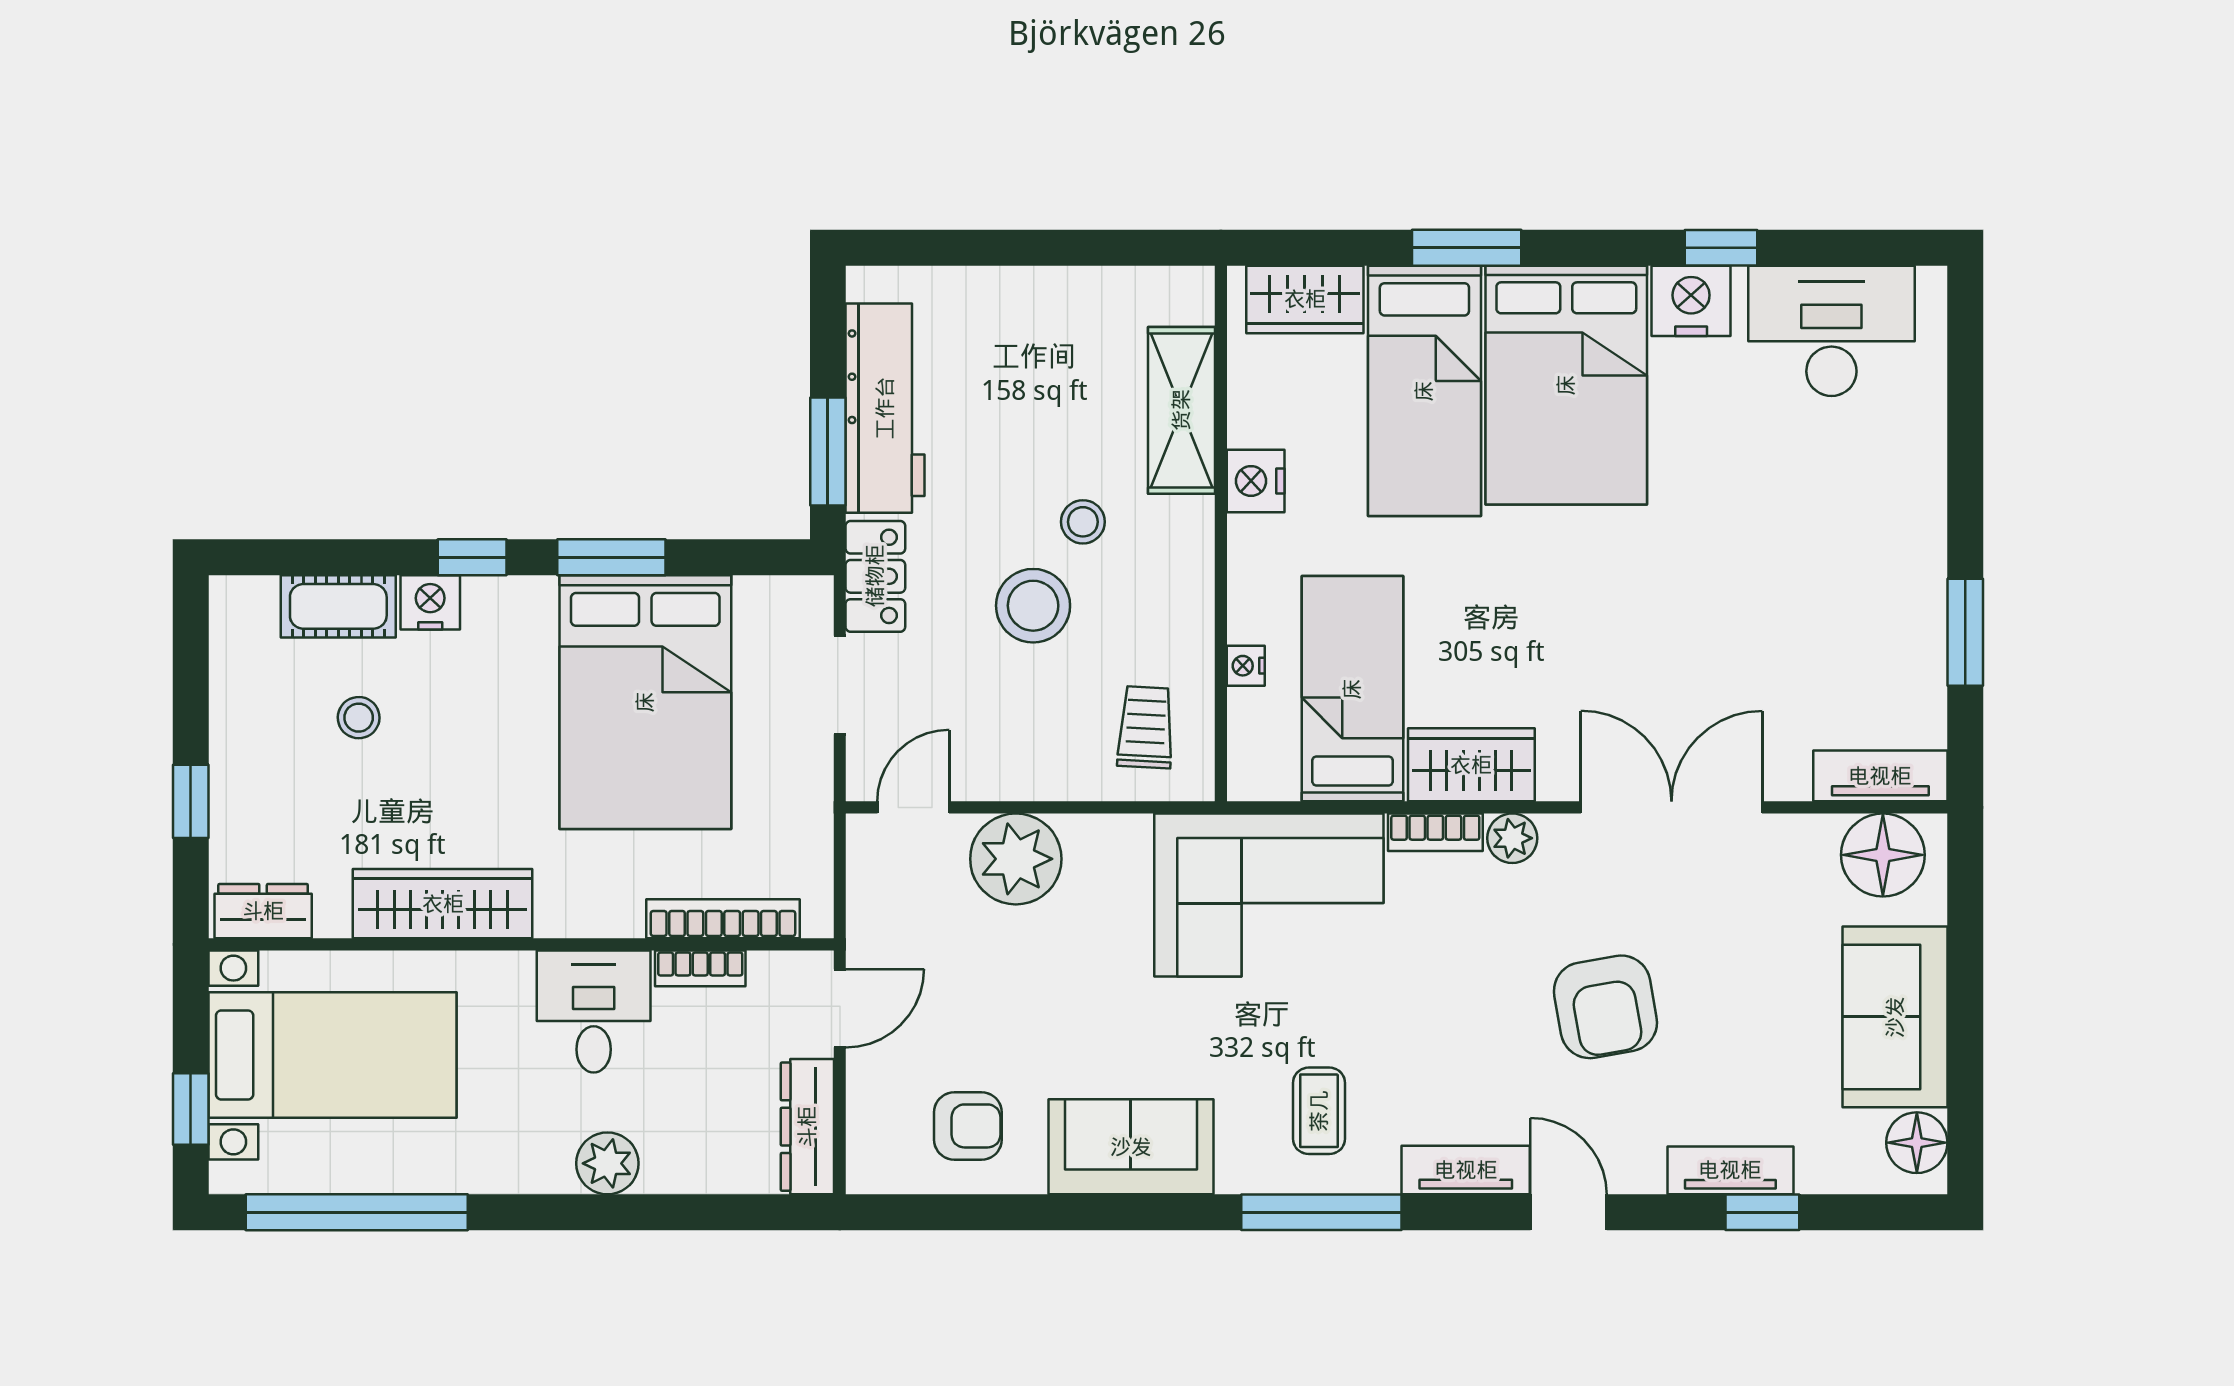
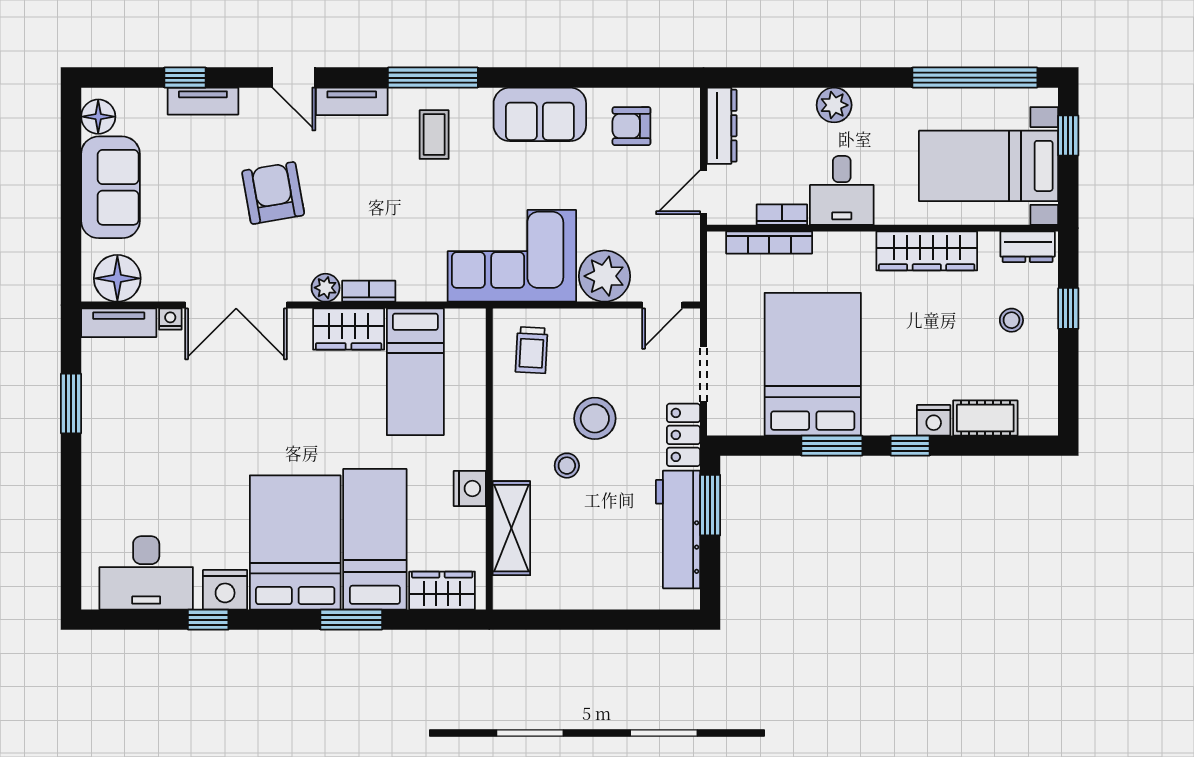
nightstand: (1246, 666) -> (170, 319), moved, turned -90
stool: (359, 718) -> (1011, 320), moved
corner sofa: (1269, 895) -> (512, 256), moved

